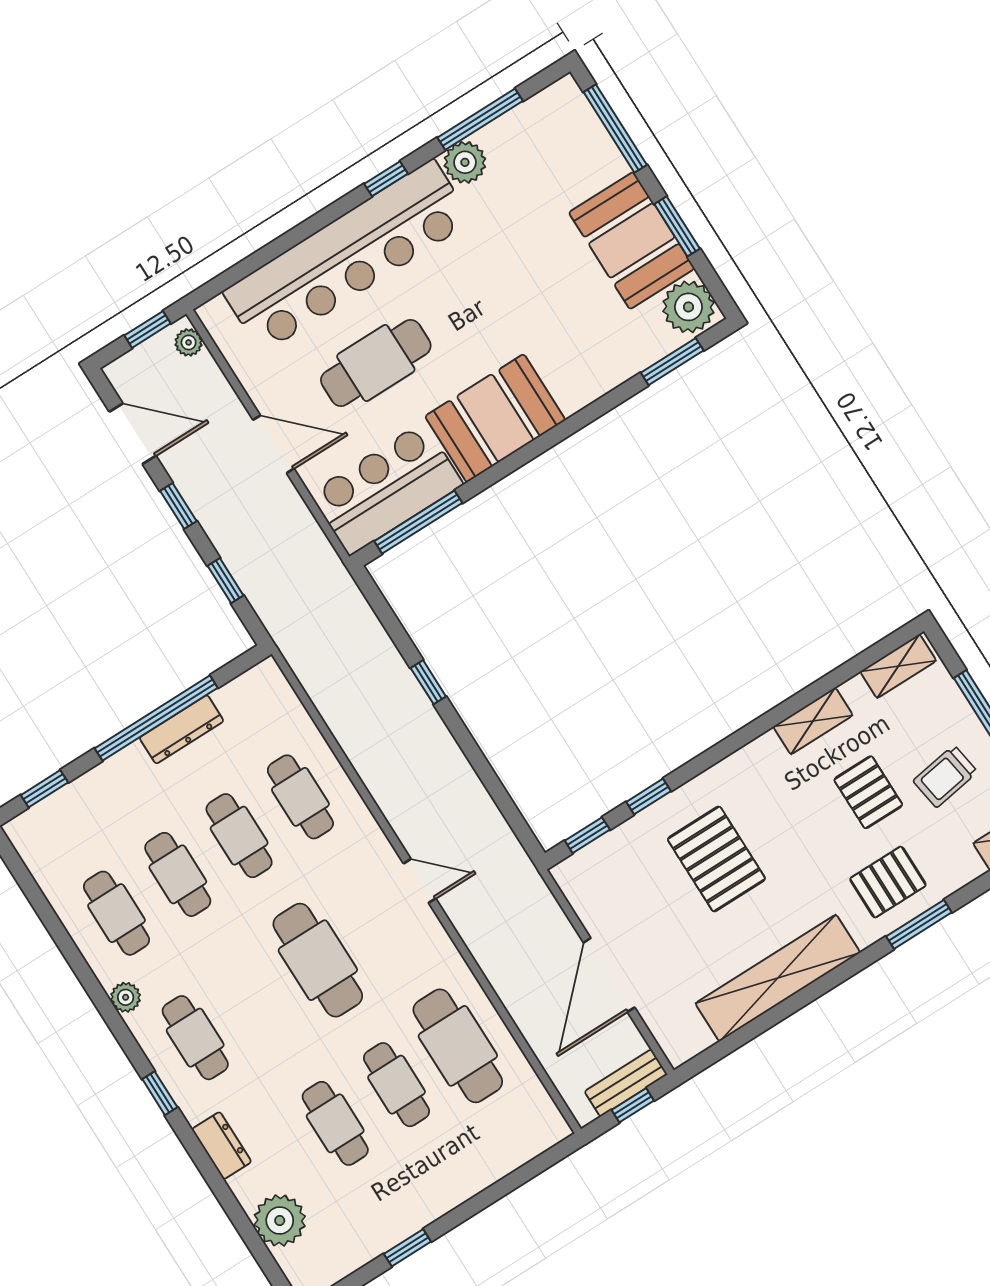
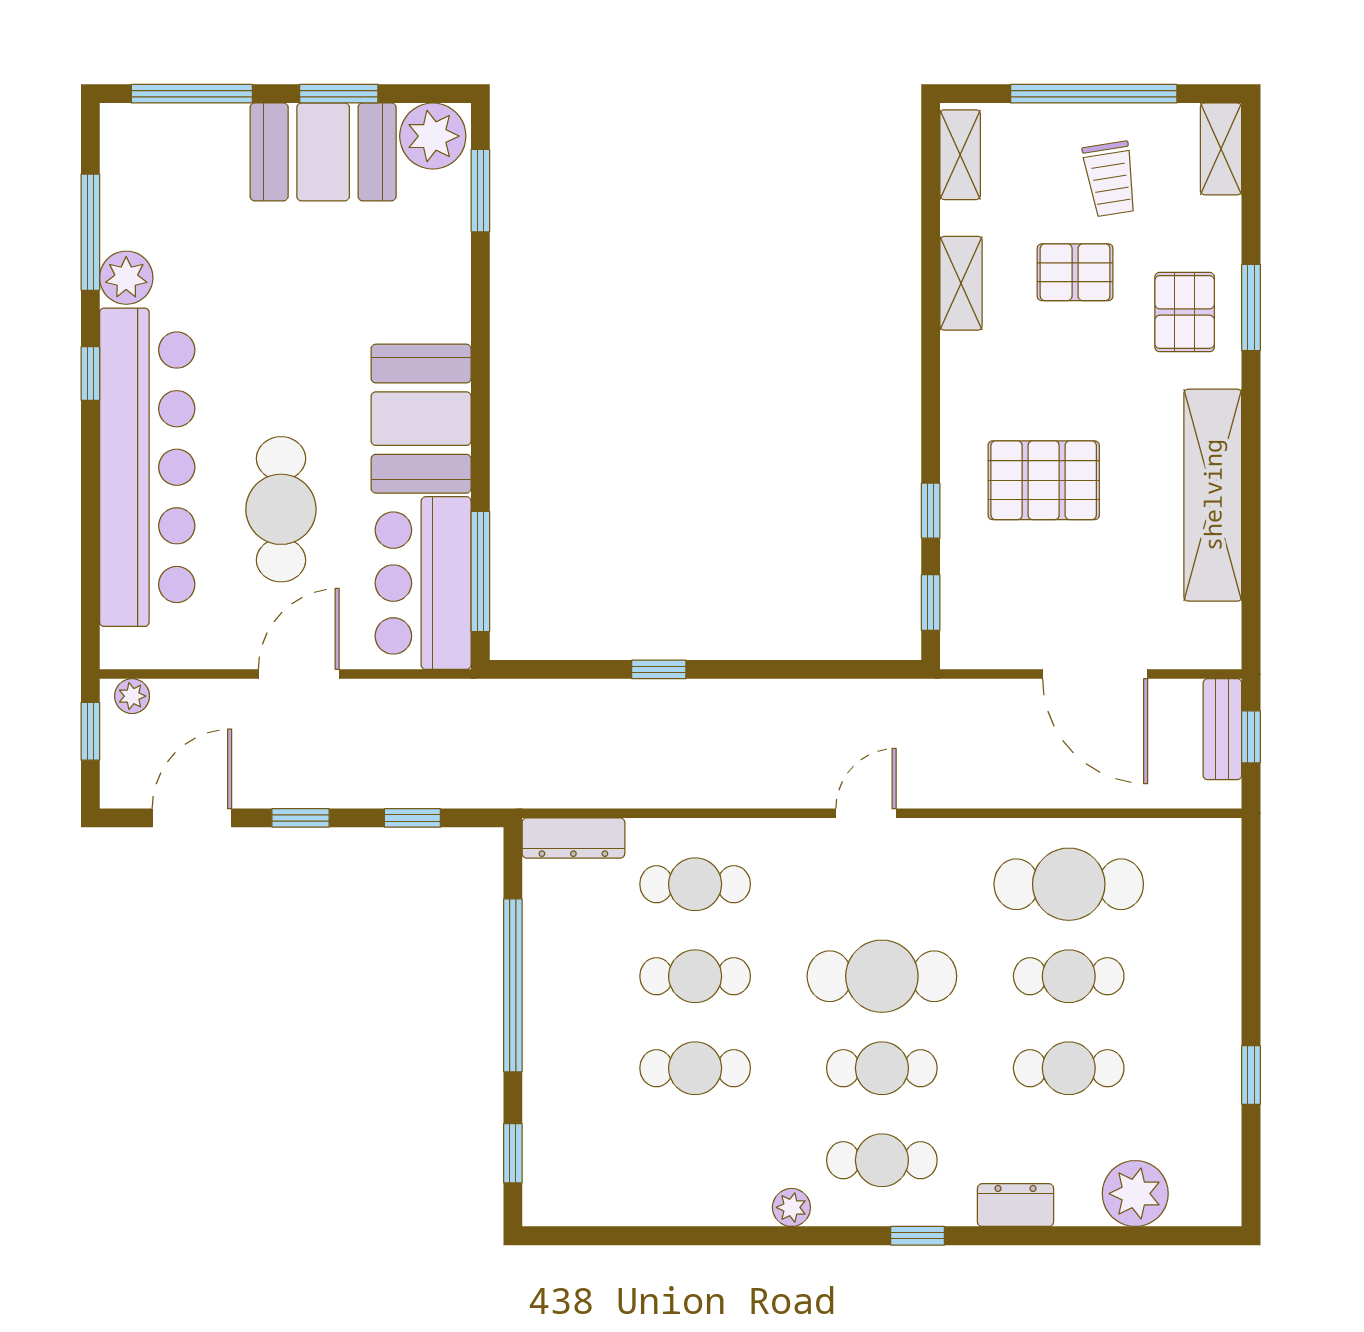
dresser: (182, 729) -> (573, 838), moved, turned 90
cafe table: (116, 913) -> (882, 1068), moved

